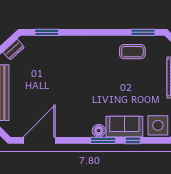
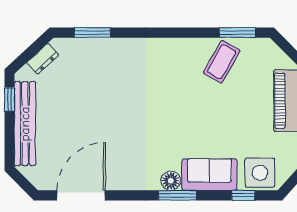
coffee table: (132, 52) -> (222, 62), turned -60
window: (133, 140) -> (243, 195), moved

